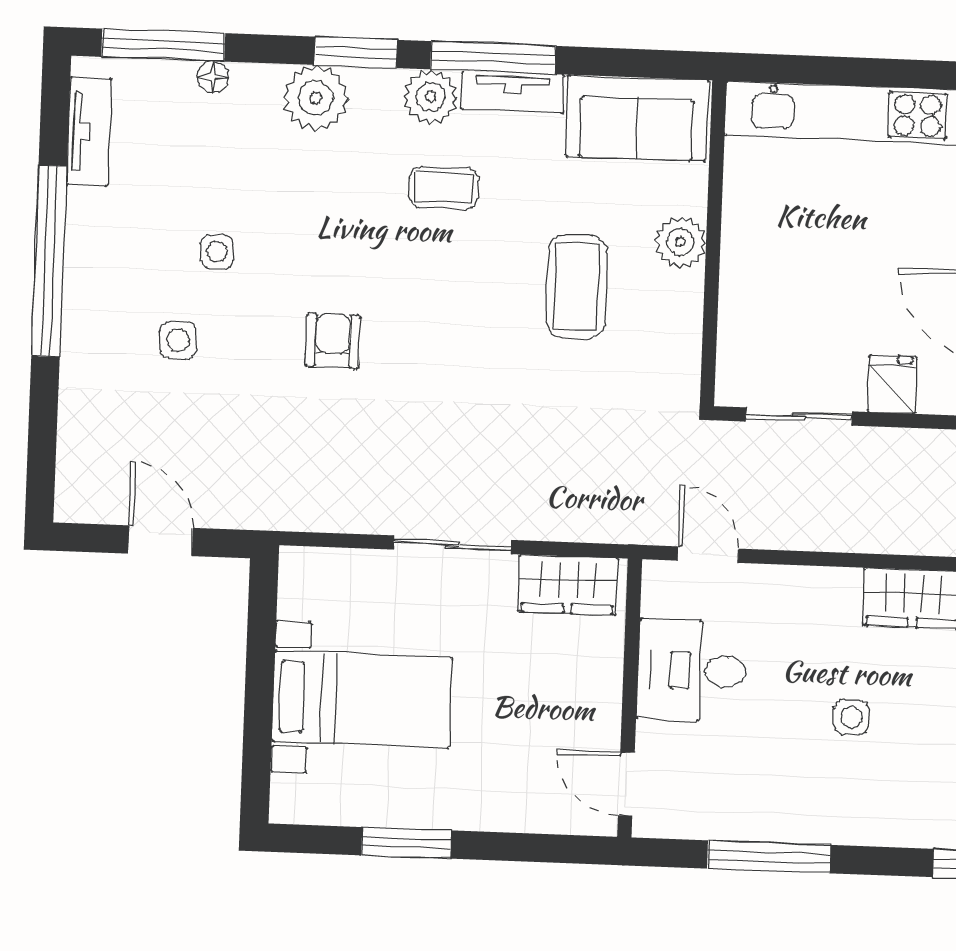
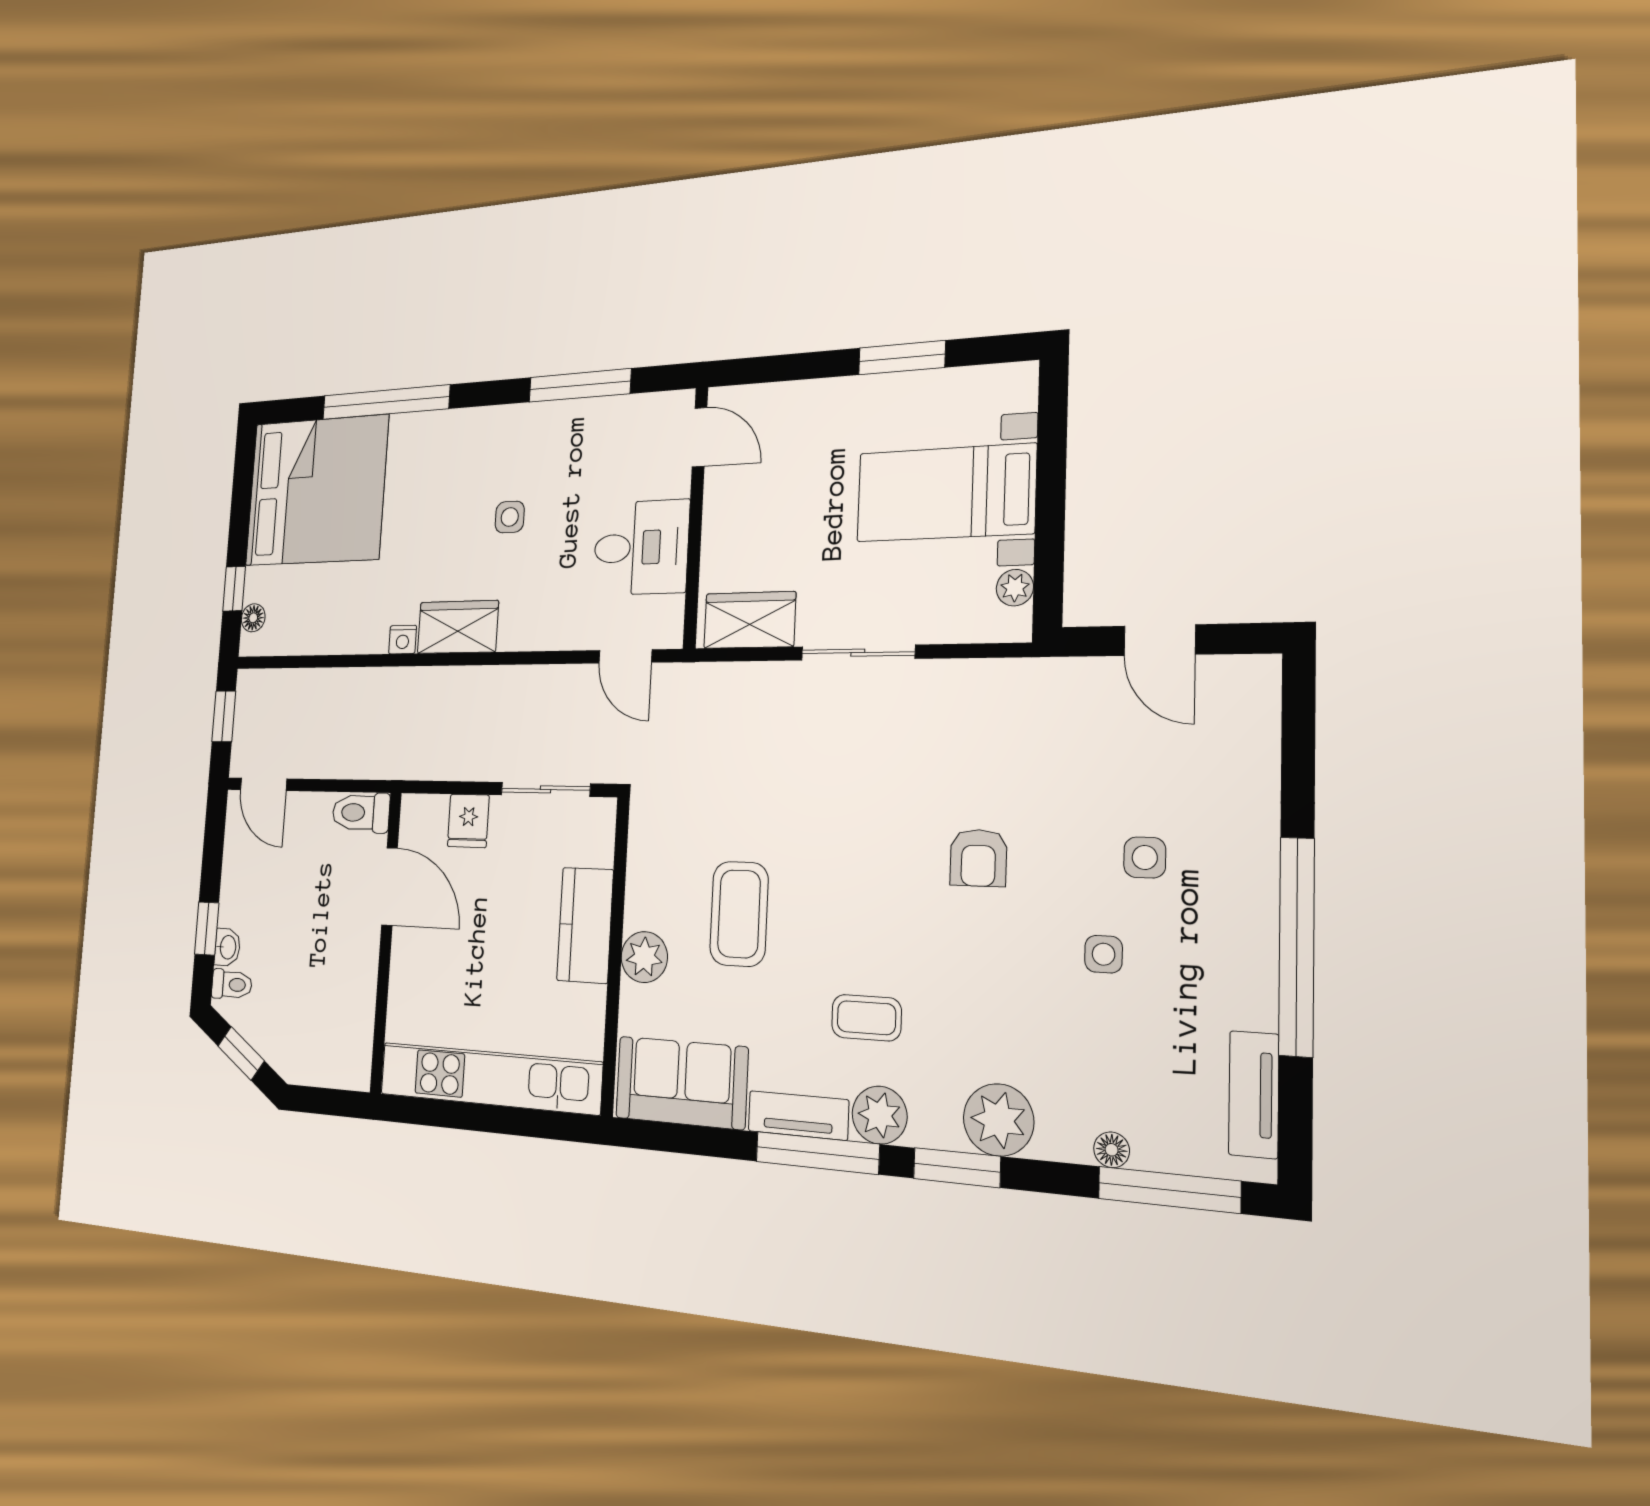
kitchen counter: (748, 274) -> (585, 925), added
plant: (295, 600) -> (1015, 588), added

